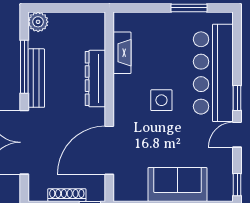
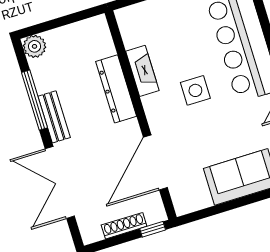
fireplace: (122, 53) -> (142, 71), moved
bench: (36, 78) -> (54, 117), width x0.73

